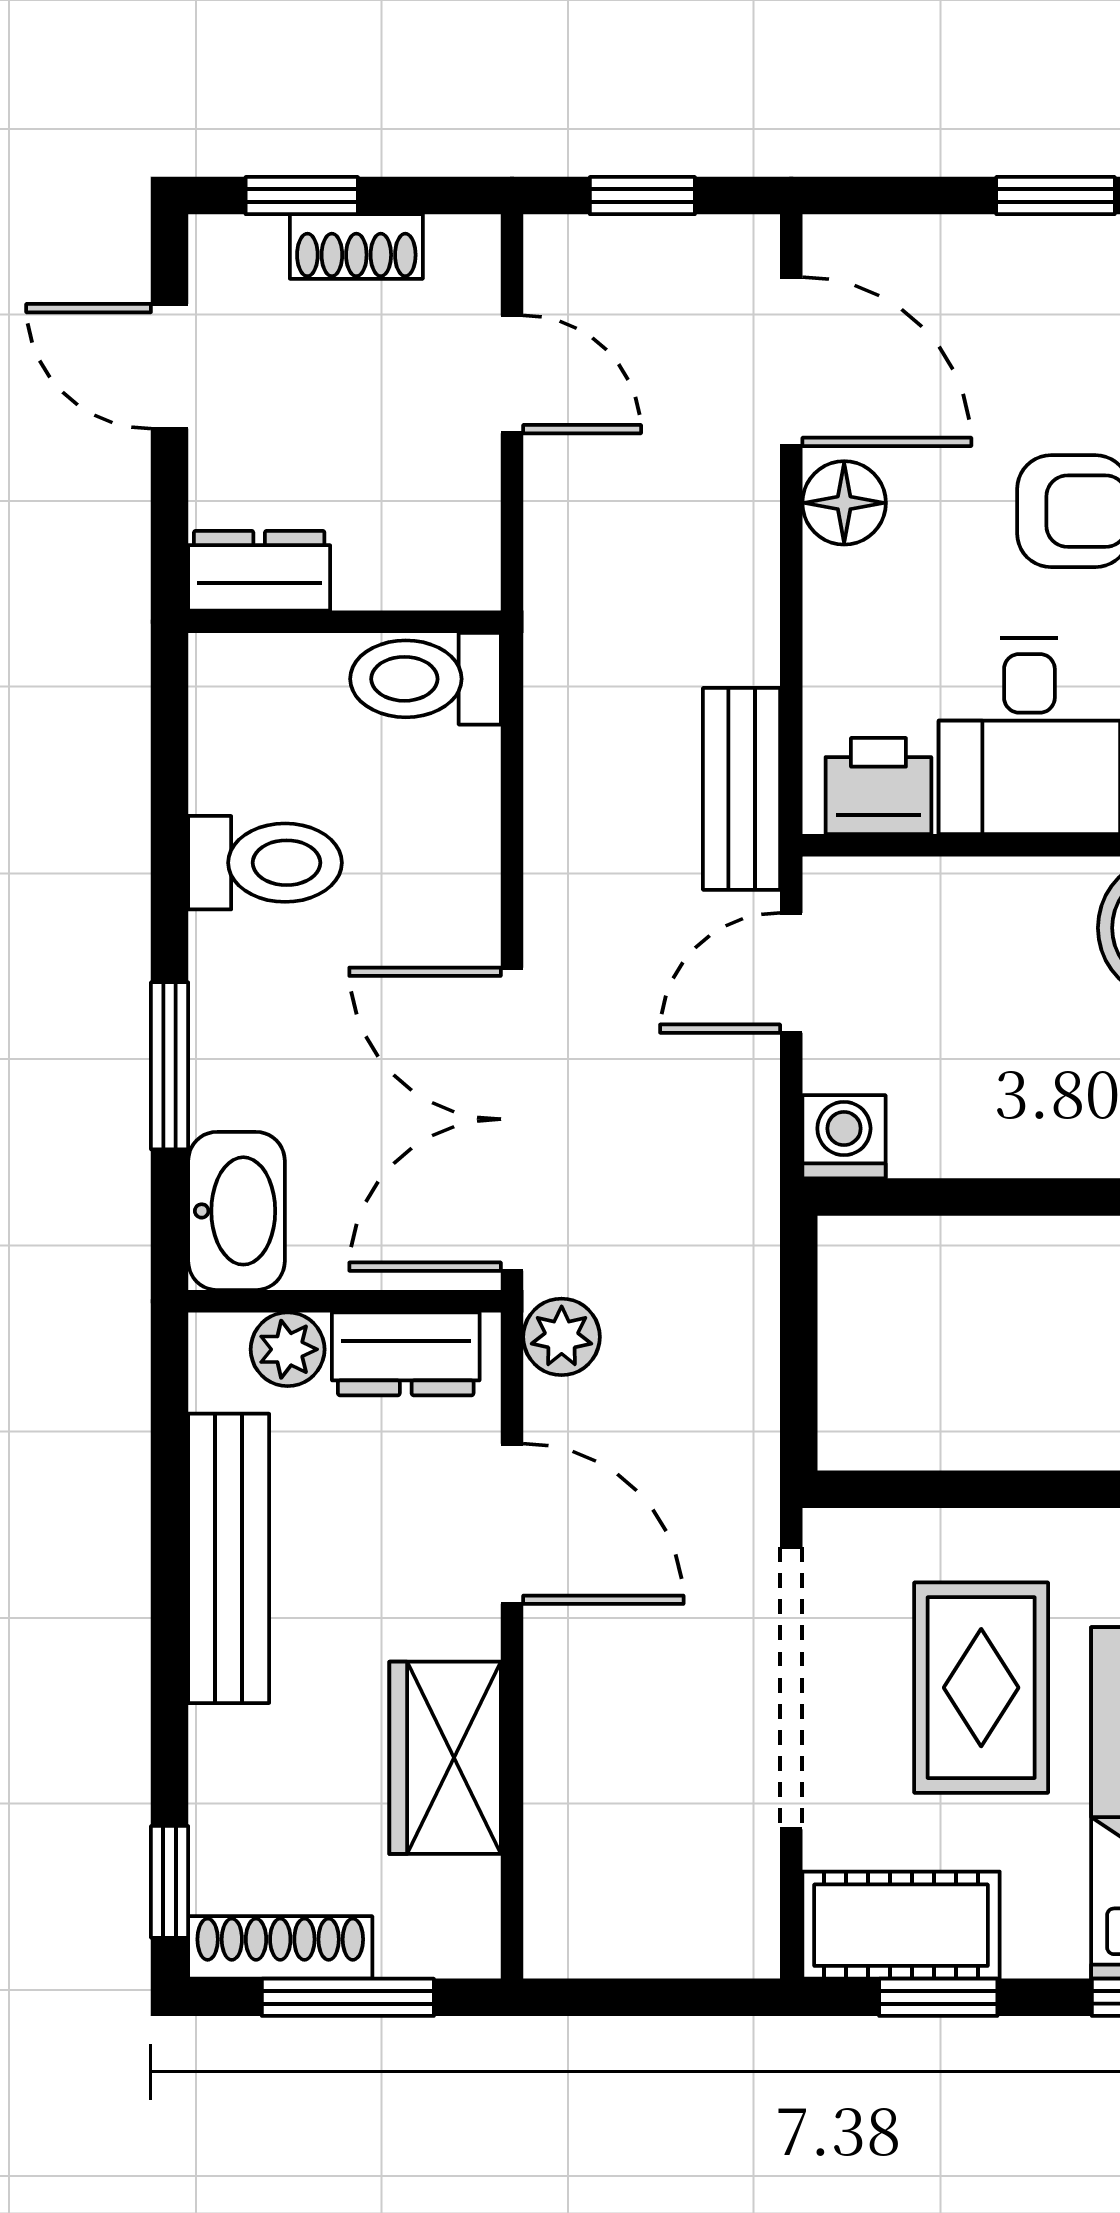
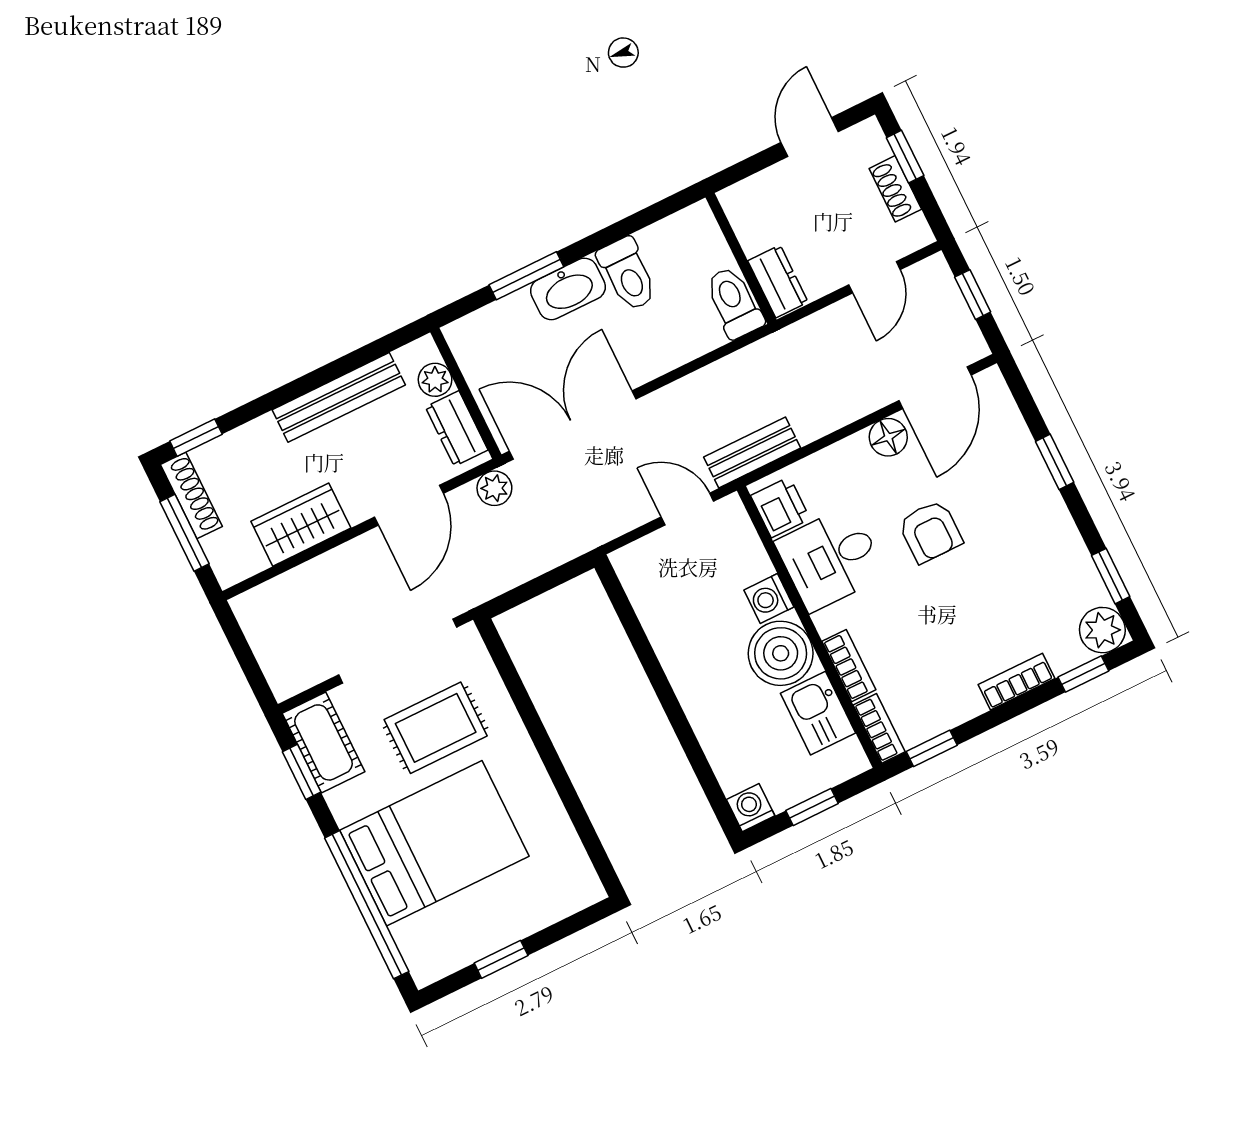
dresser: (259, 571) -> (778, 281), moved
washing machine: (844, 1137) -> (769, 599), moved, turned 180
washbasin: (236, 1211) -> (568, 289), moved

